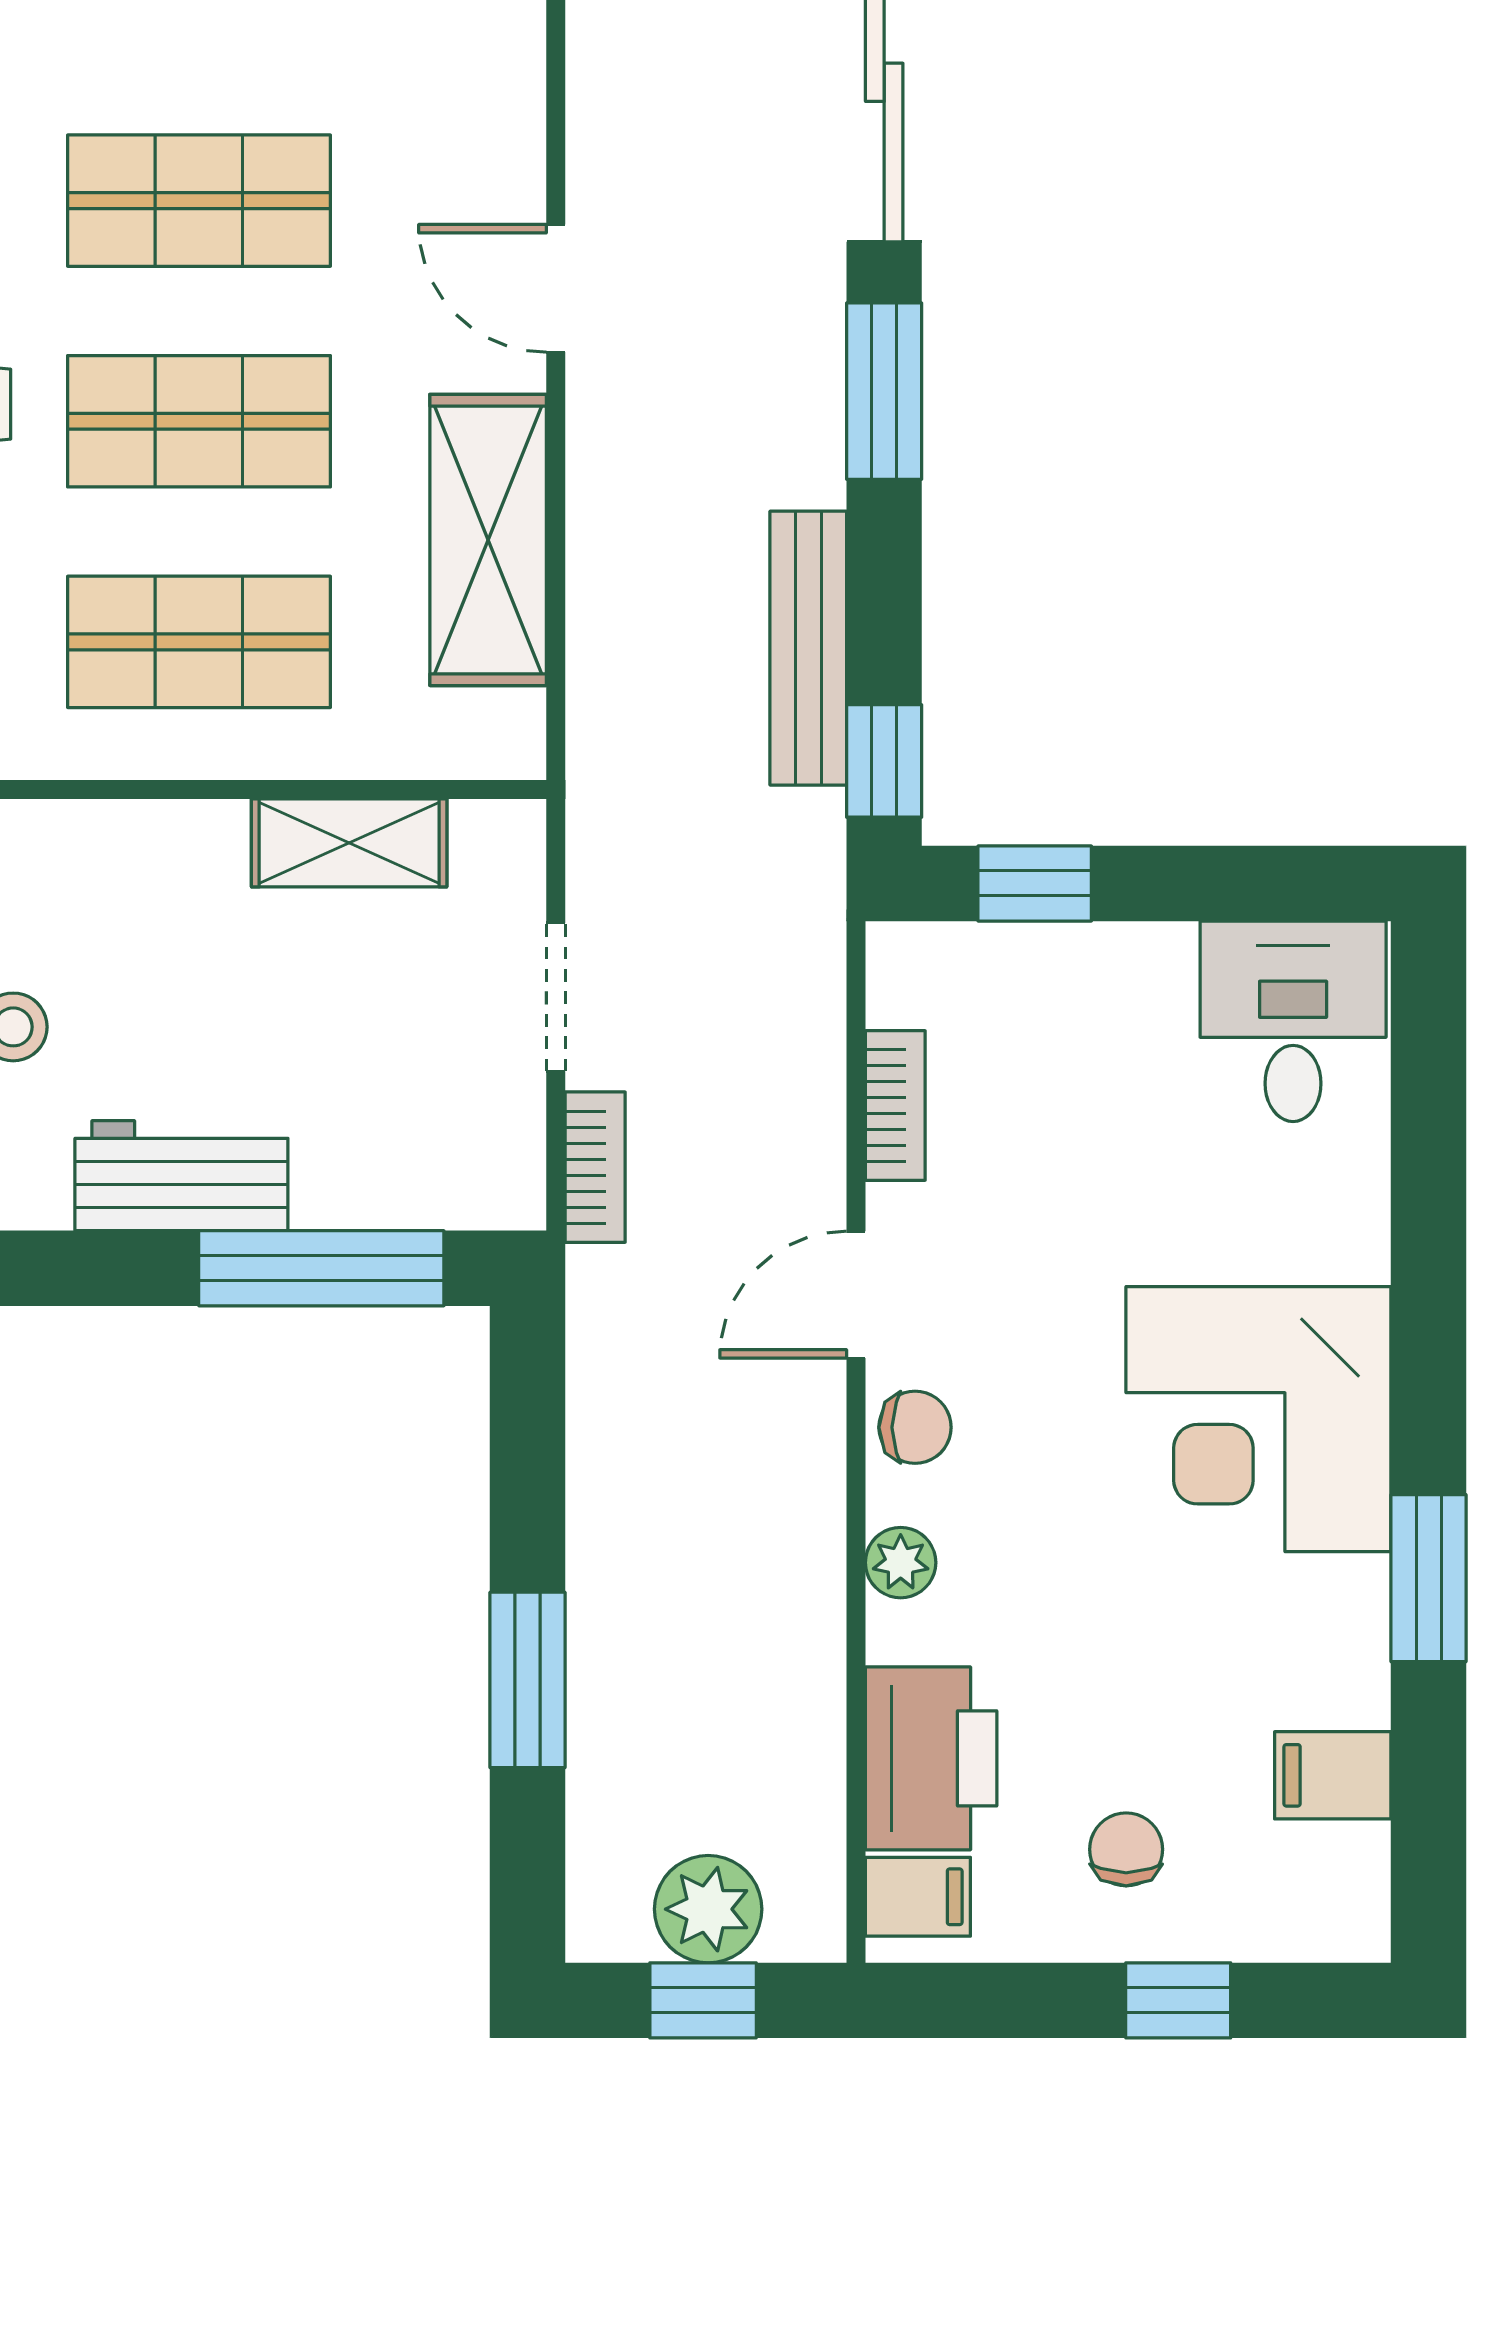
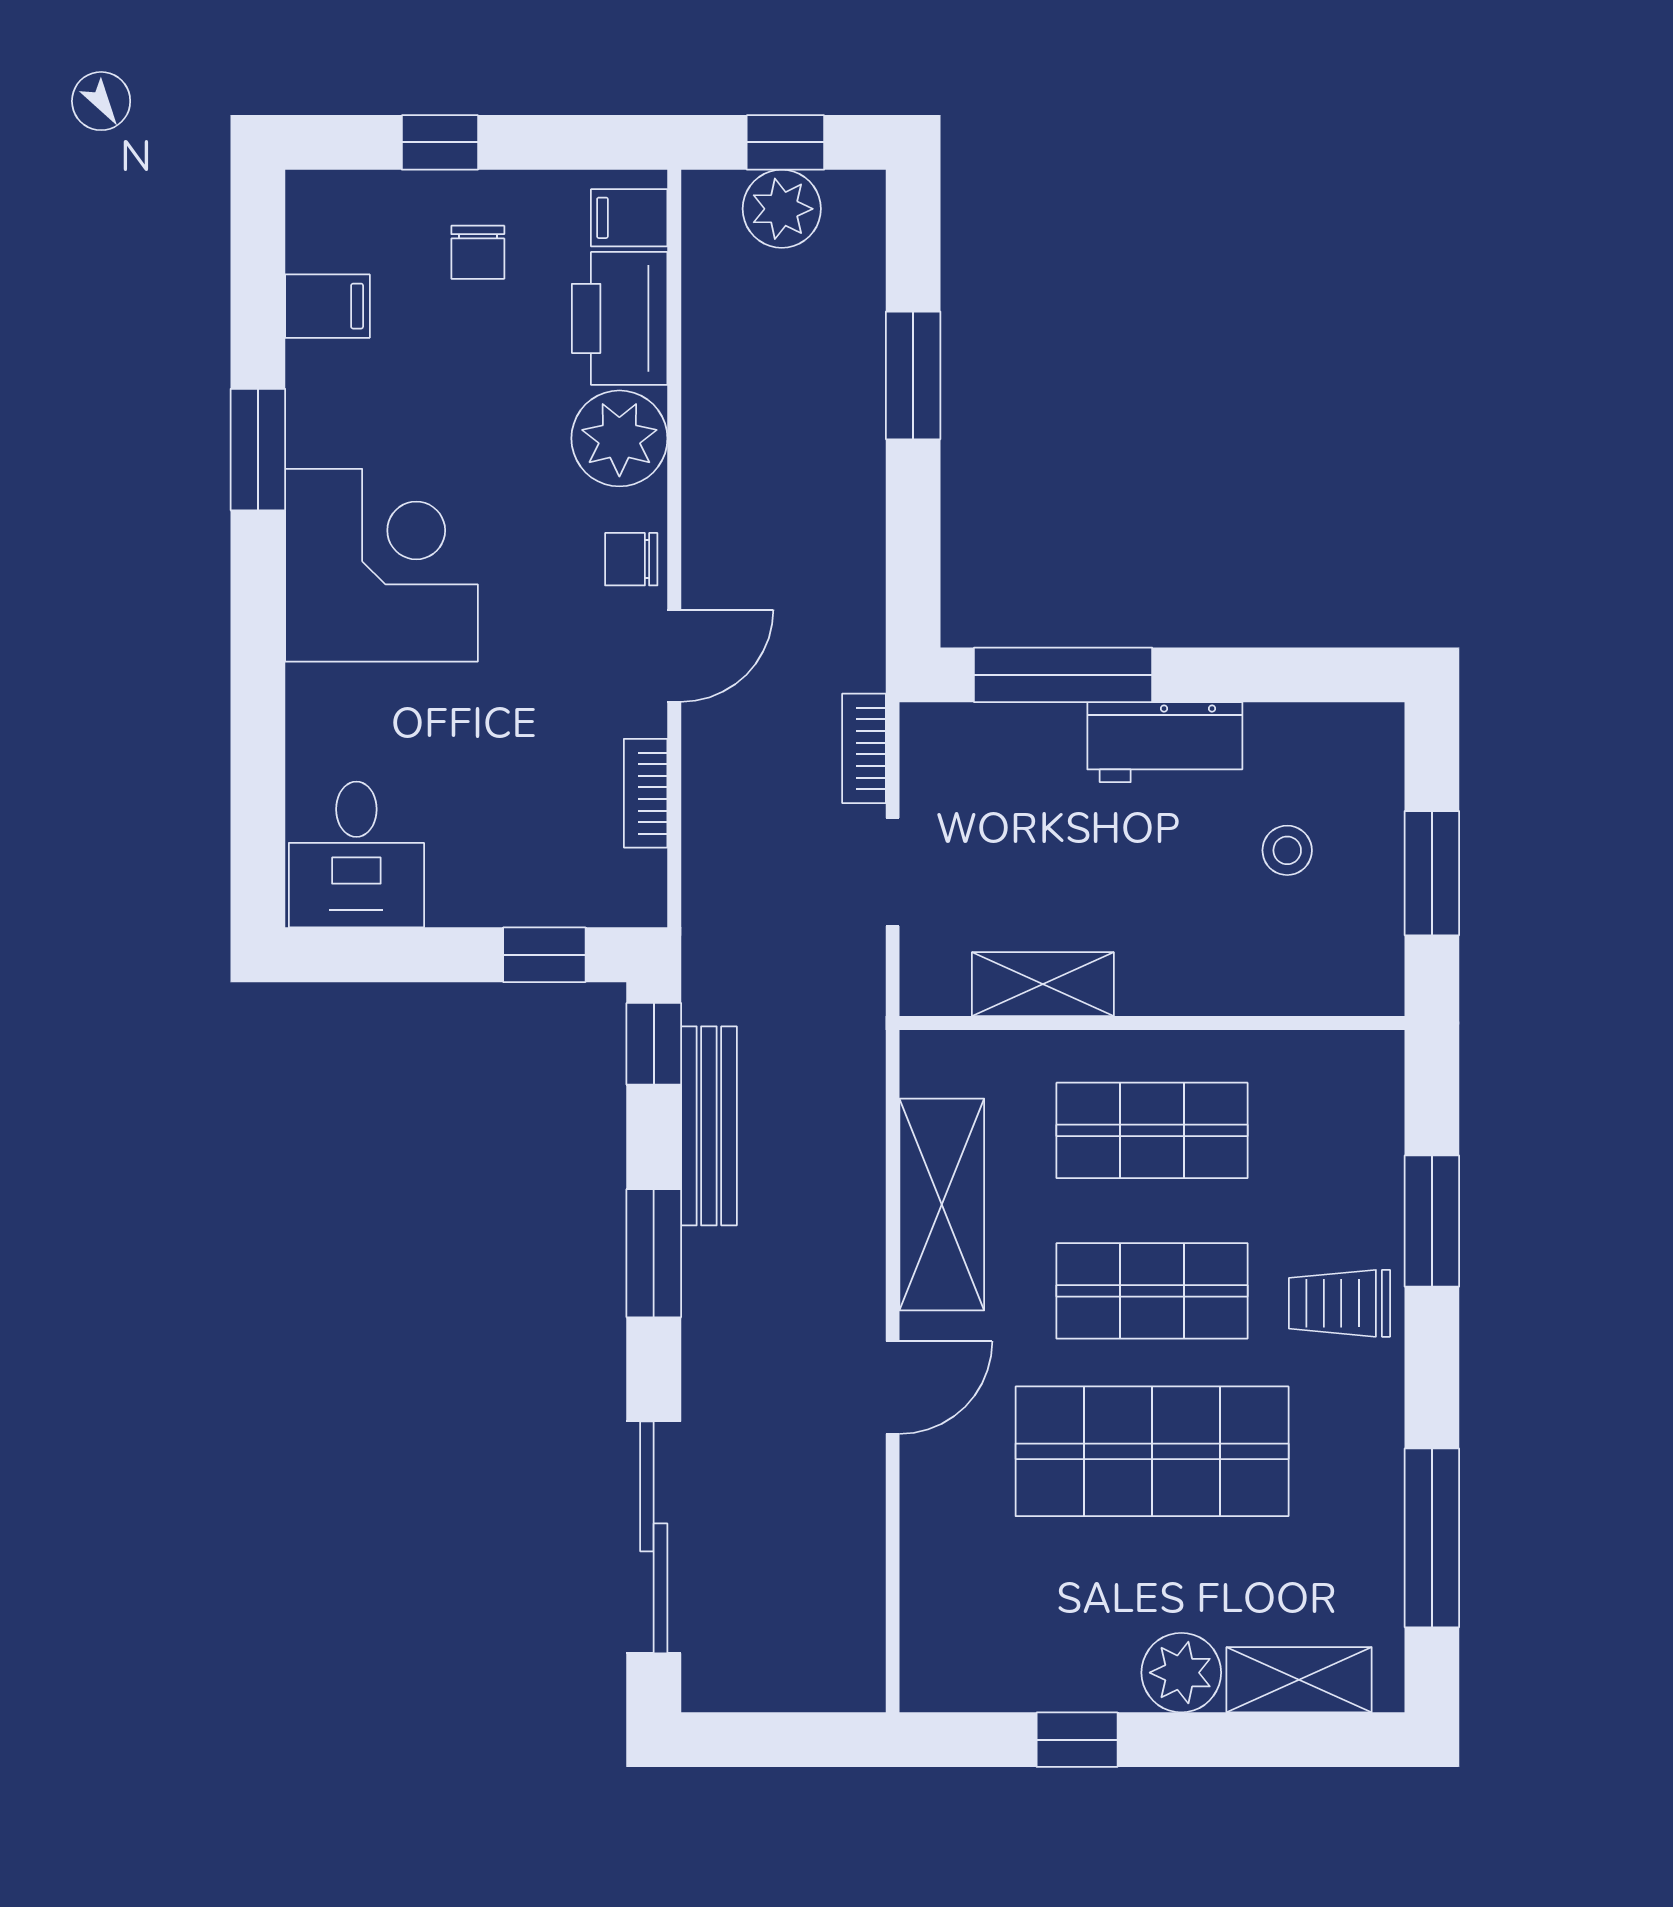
shop shelf: (199, 201) -> (1152, 1451), width x1.43, depth x1.36
door: (556, 288) -> (893, 1388), hinge flipped
window: (884, 391) -> (654, 1253), moved
plant: (901, 1563) -> (619, 438), width x1.88, depth x1.88

